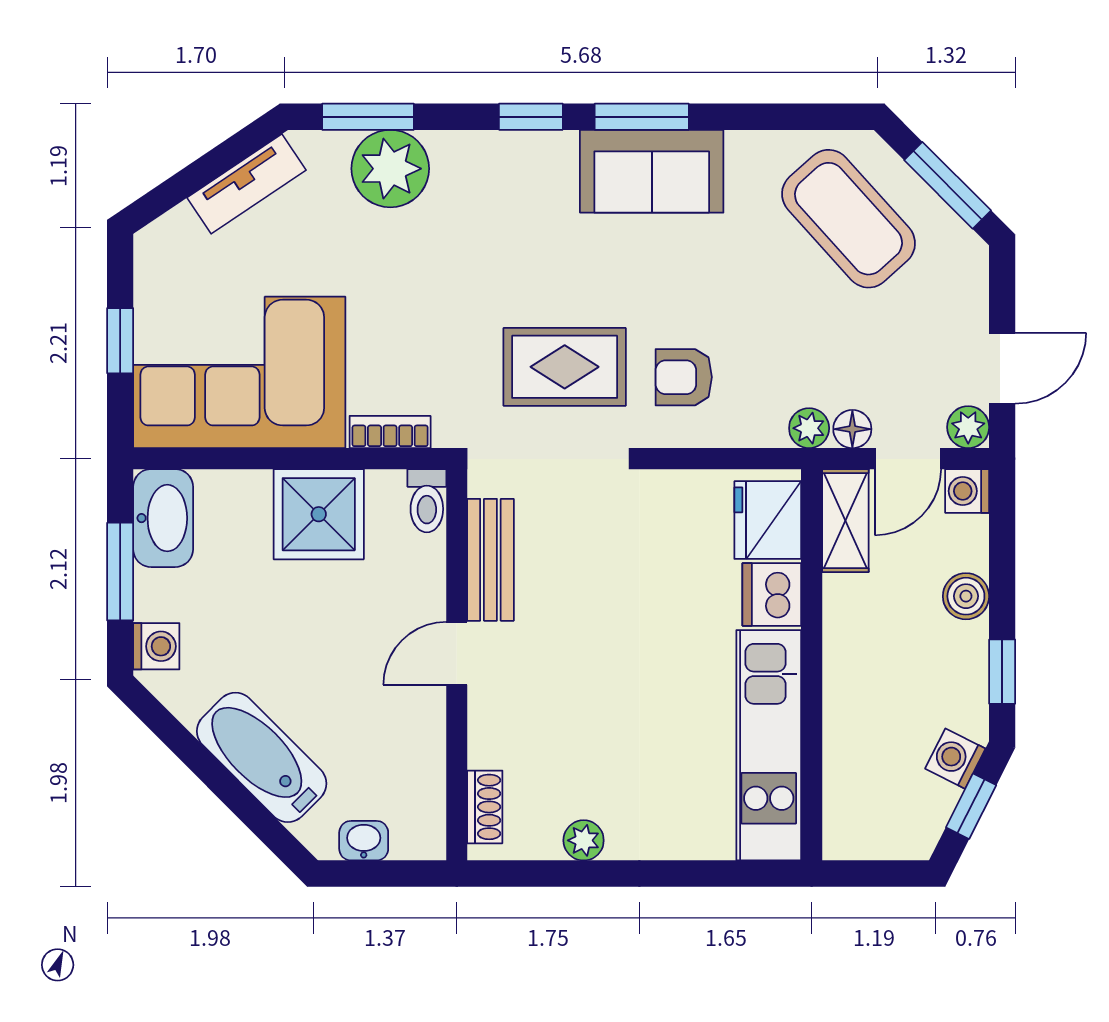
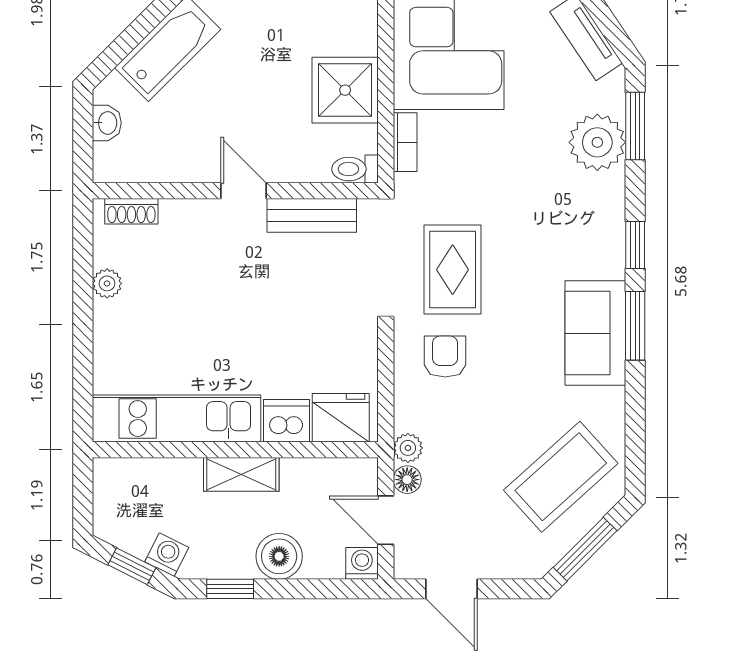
plant: (968, 427) -> (409, 564), removed
shelving: (845, 521) -> (241, 474), moved
boiler: (966, 596) -> (279, 556), width x1.36, depth x1.36

